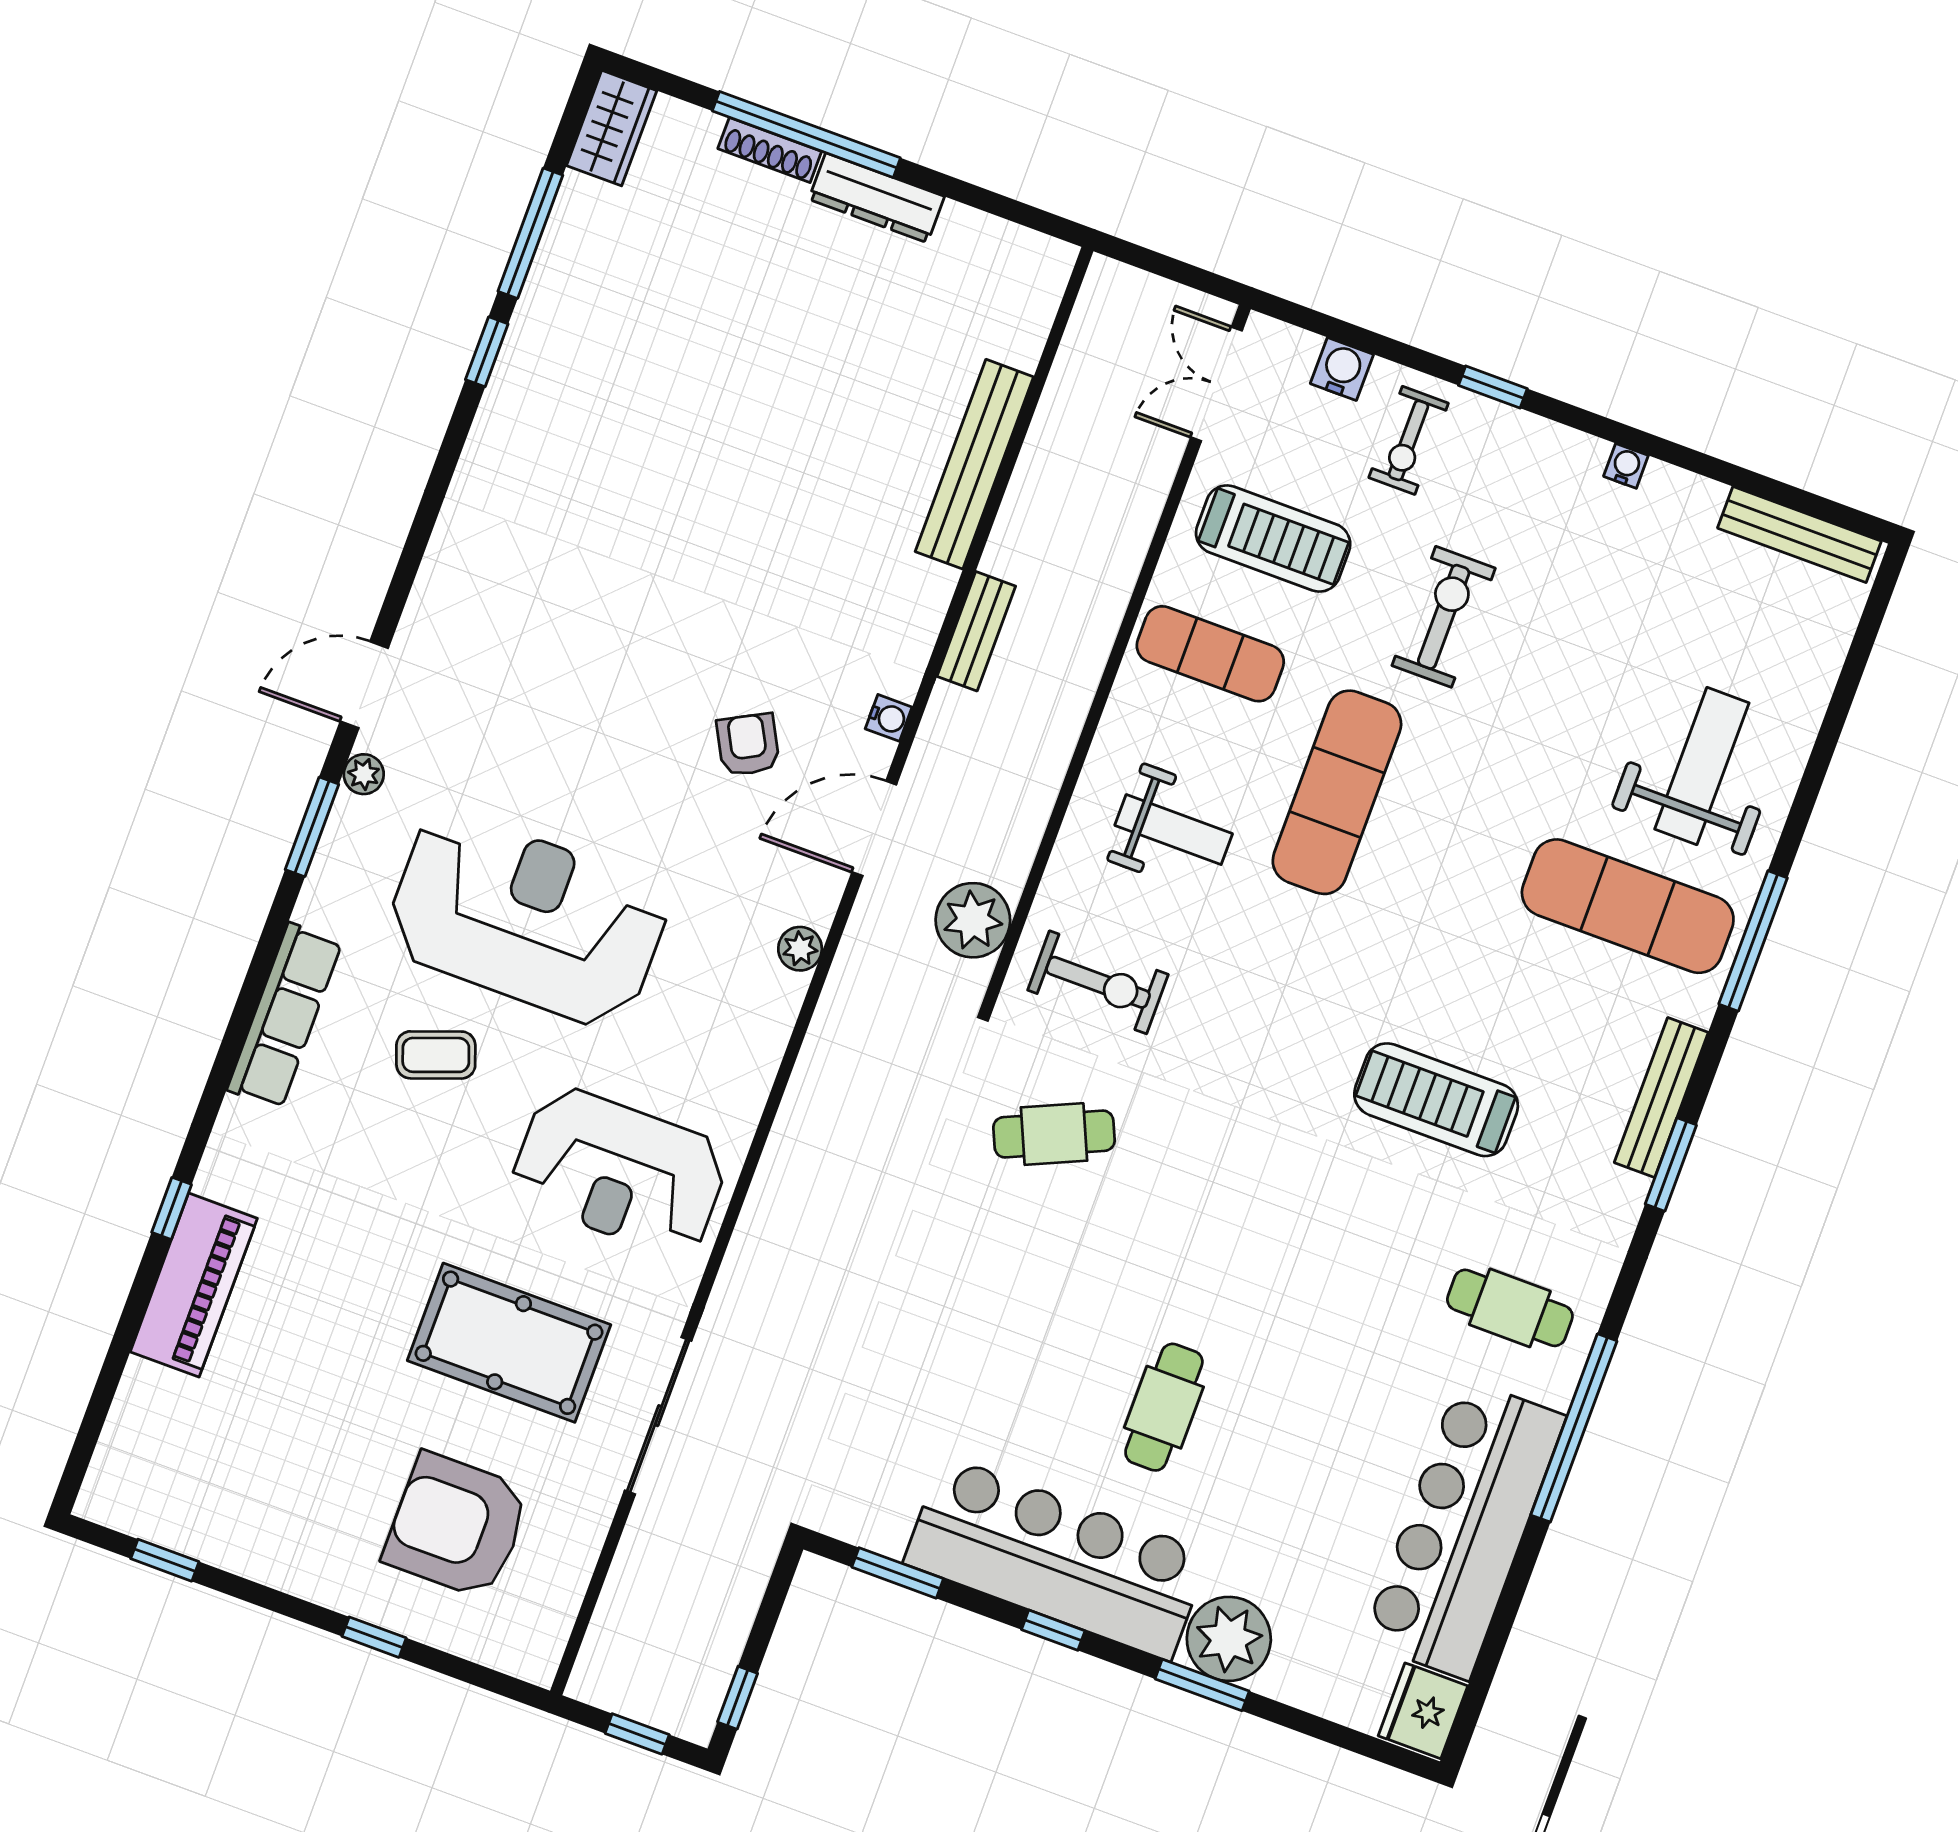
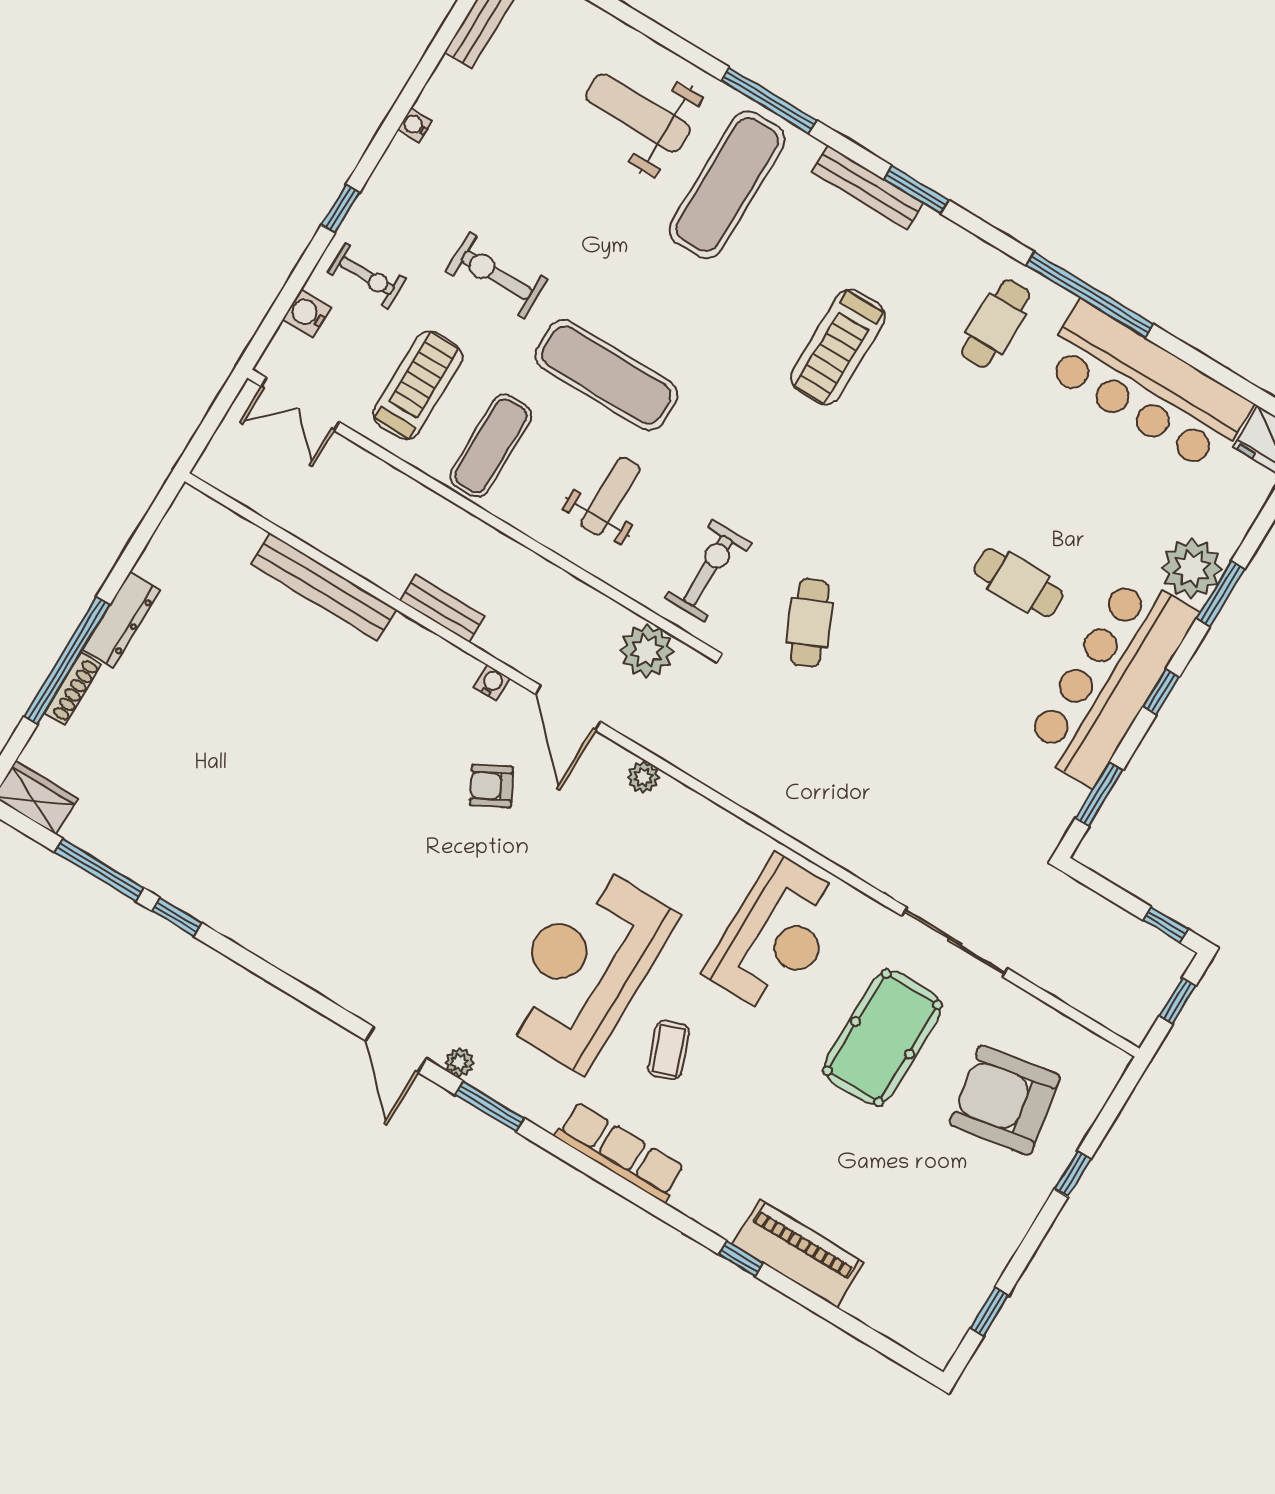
armchair: (457, 1526) -> (1005, 1100), turned 80

